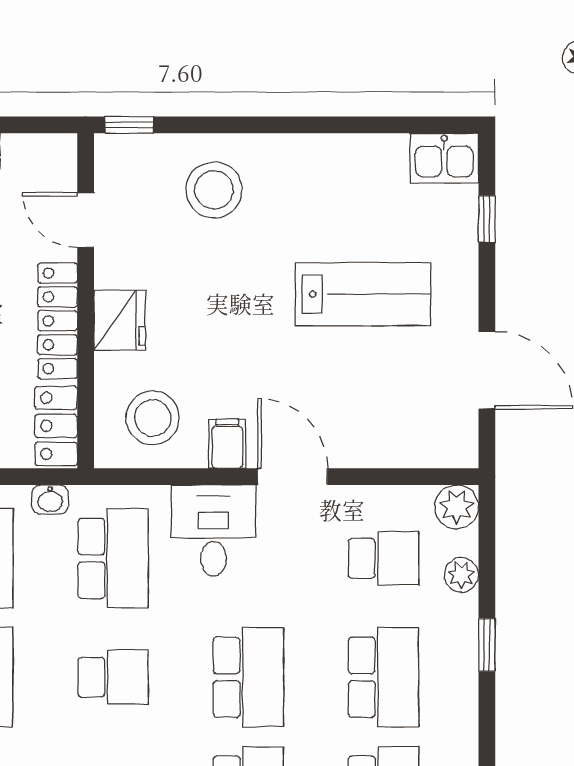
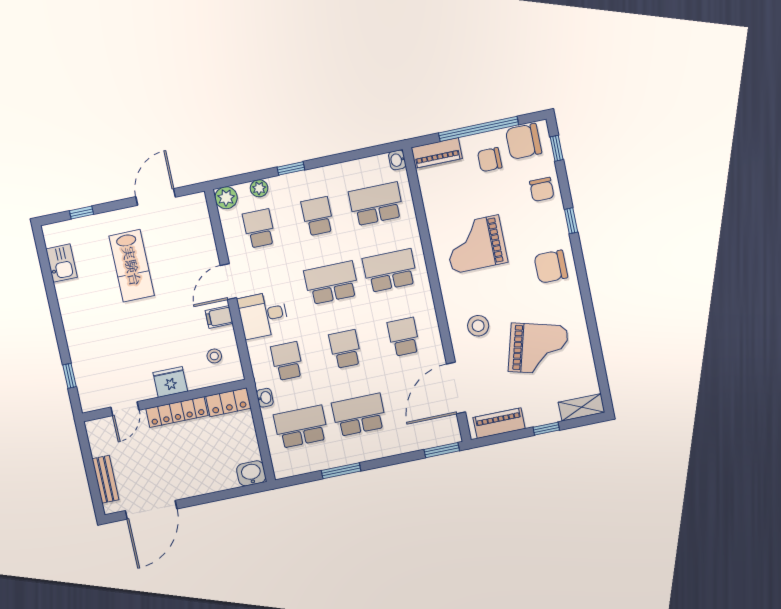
window: (129, 125) -> (69, 376), moved
kitchen sink: (444, 158) -> (62, 263), moved
stool: (214, 190) -> (97, 349), removed
lab bench: (363, 294) -> (132, 266), turned 180
stool: (153, 418) -> (214, 356), width x0.53, depth x0.53
school desk: (113, 558) -> (287, 361), width x0.54
school desk: (384, 677) -> (318, 216), width x0.54

